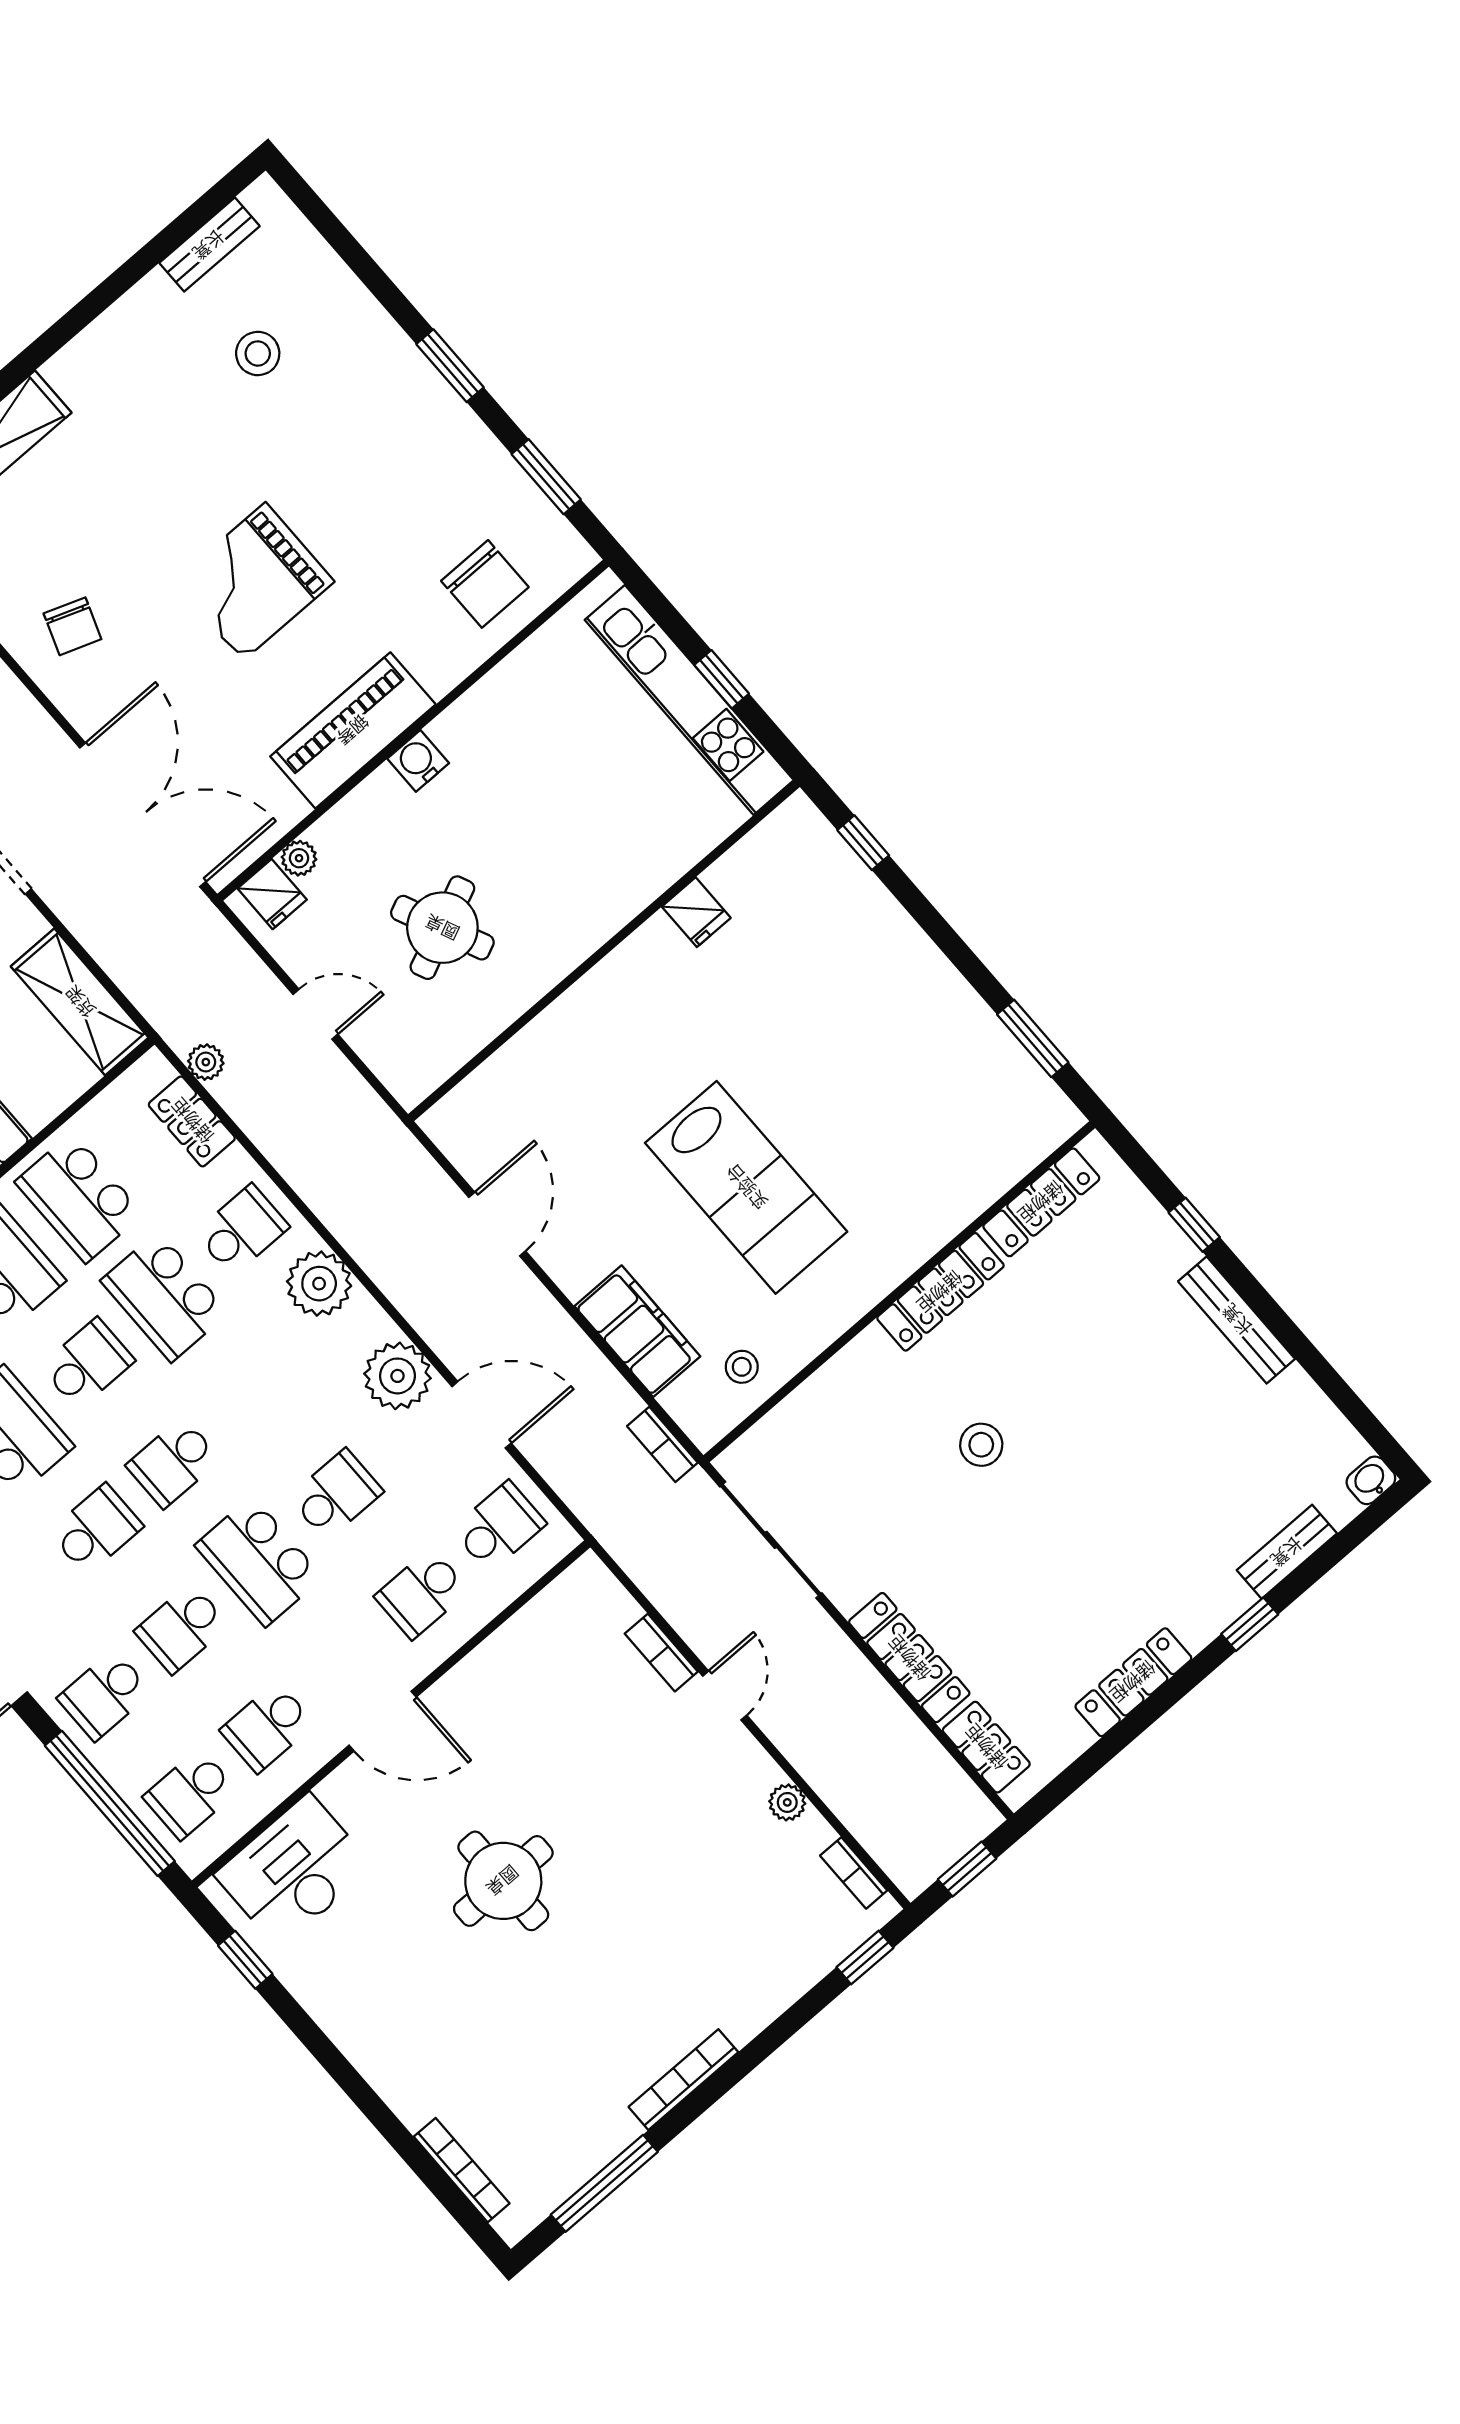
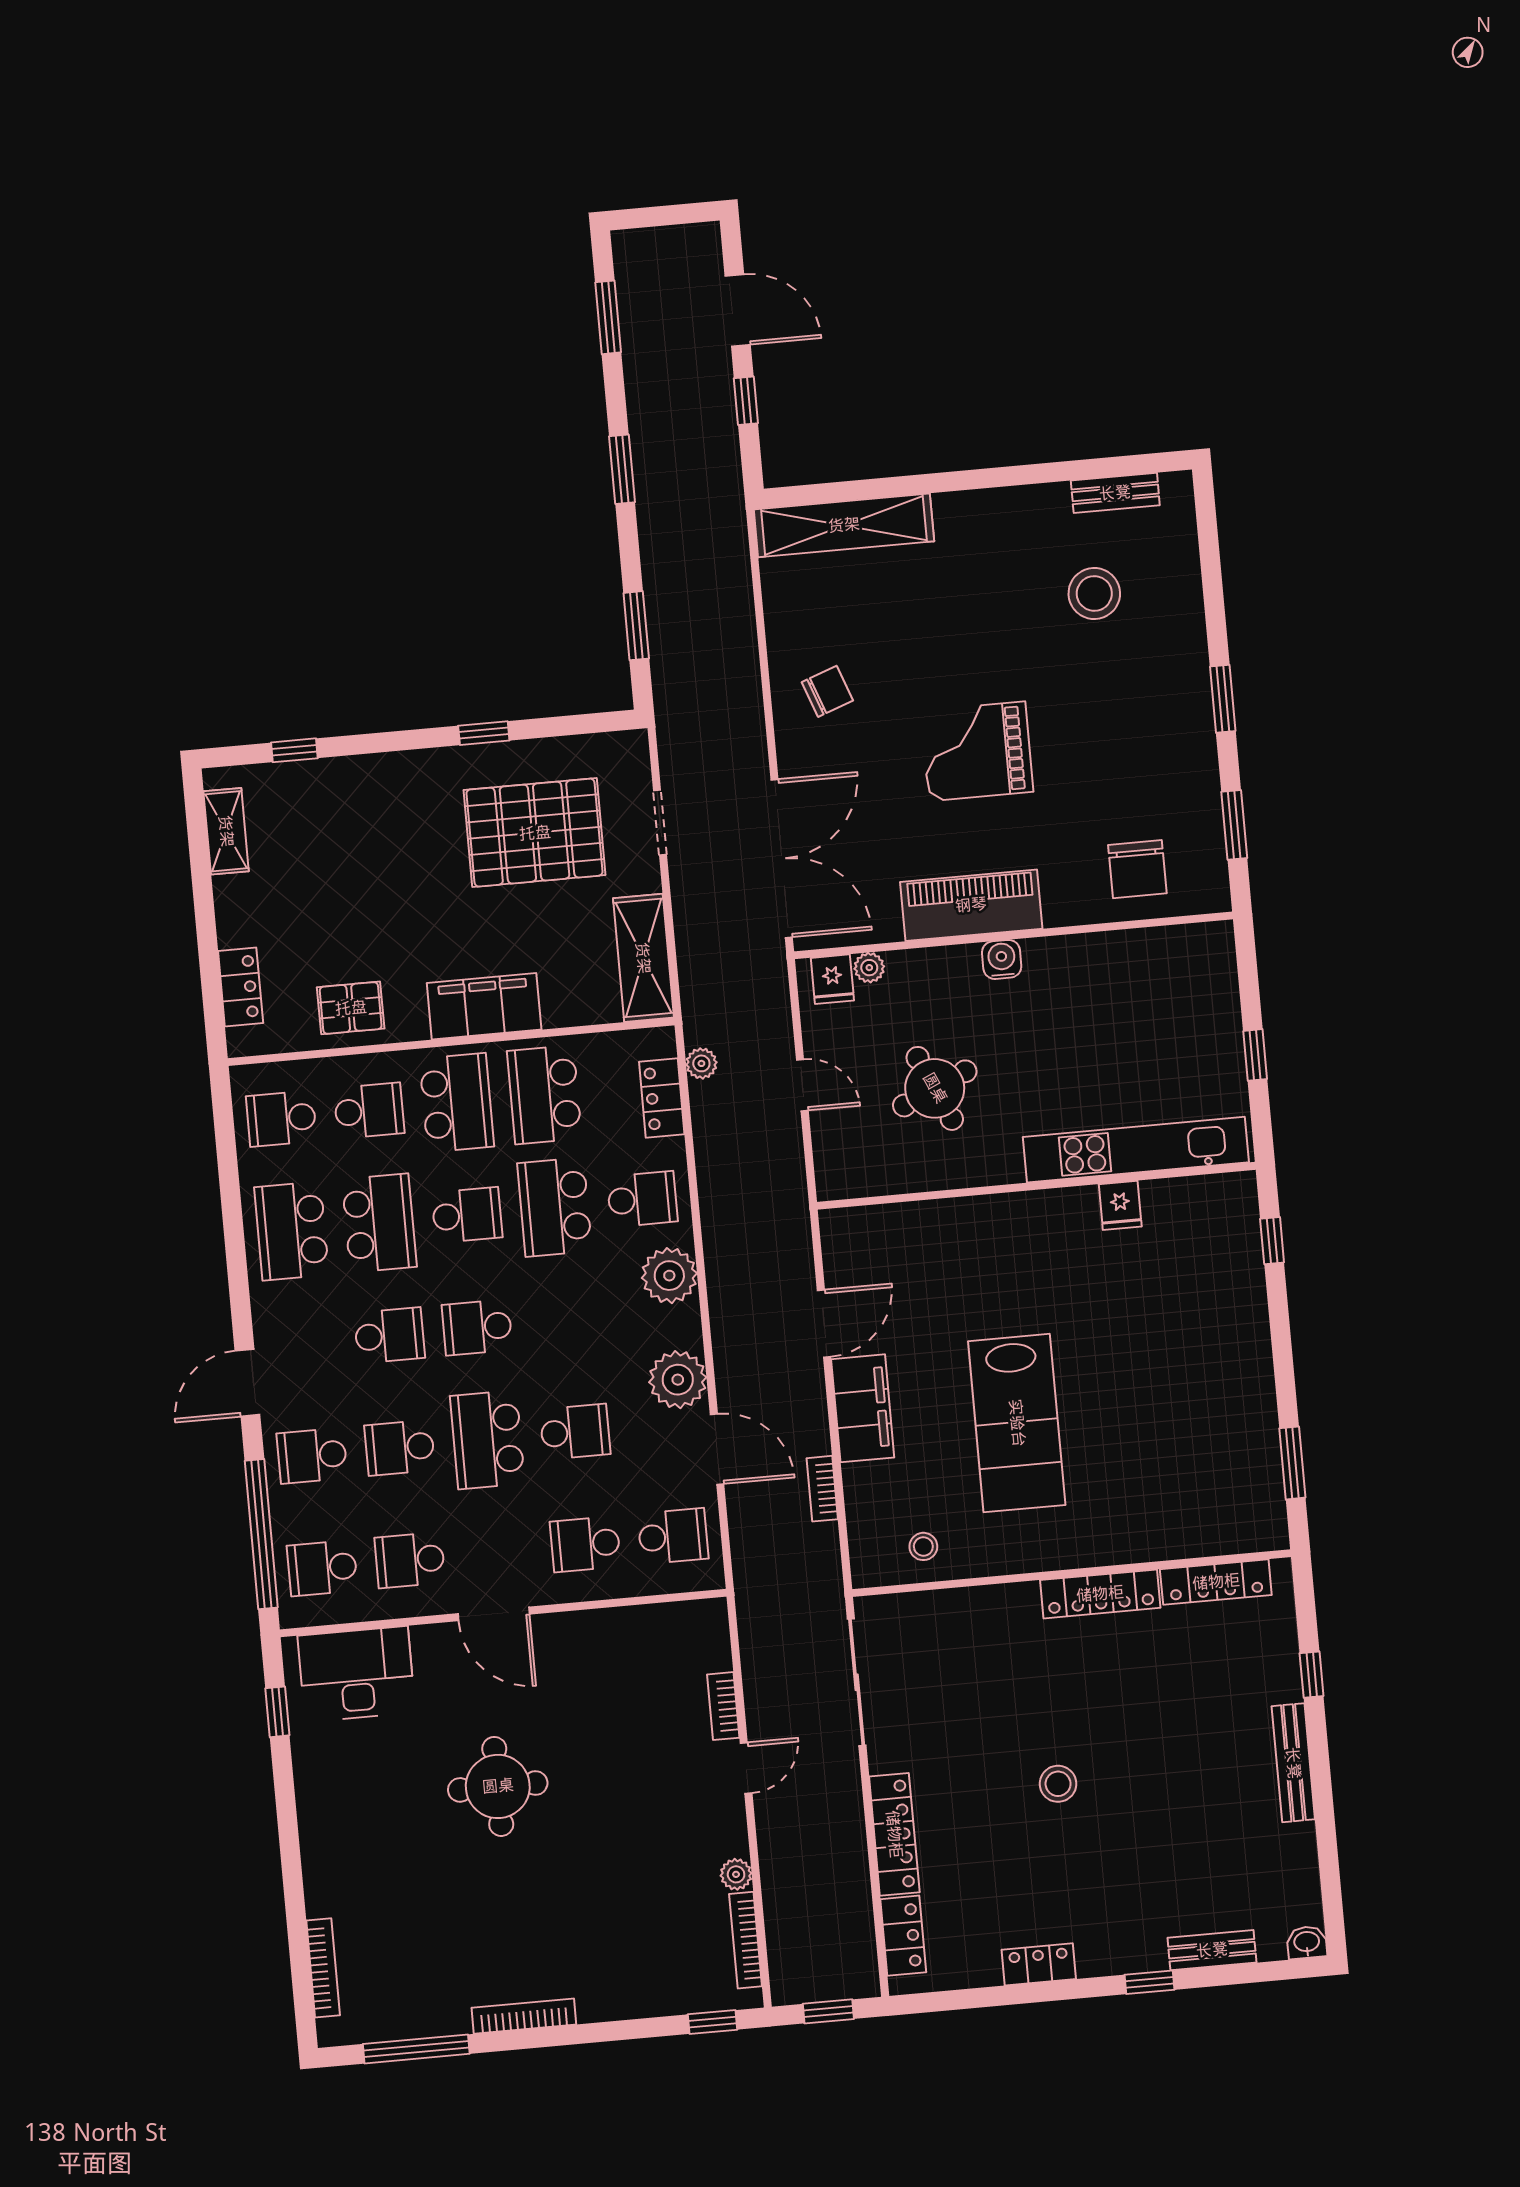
stool: (258, 353) -> (1094, 593), width x1.38, depth x1.38
chair: (72, 626) -> (827, 691), turned -130
kitchen unit: (689, 700) -> (1136, 1150), moved, turned 90
filing cabinet: (637, 1331) -> (863, 1408), moved
bookcase: (662, 1444) -> (822, 1489), moved
stool: (981, 1445) -> (1058, 1784), moved
locker: (1133, 1682) -> (1039, 1964), width x0.66
bookcase: (854, 1873) -> (746, 1940), width x1.56

